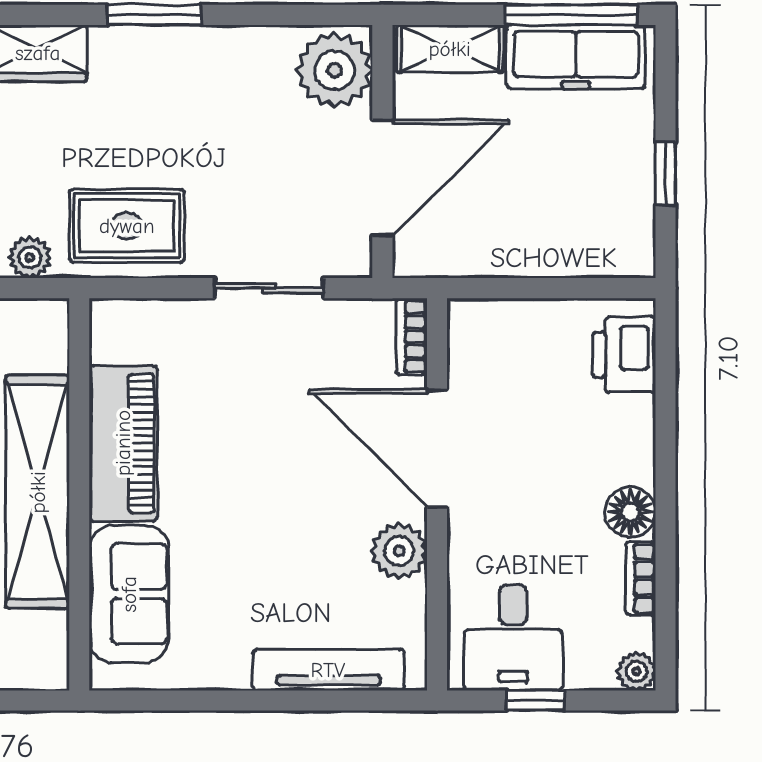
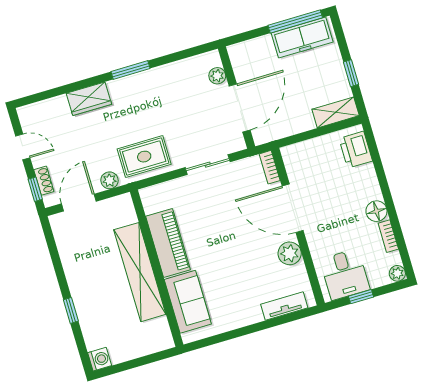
shelving: (450, 49) -> (336, 112), moved
plant: (335, 70) -> (217, 76), width x0.53, depth x0.53
tv unit: (328, 670) -> (284, 306), width x0.71

